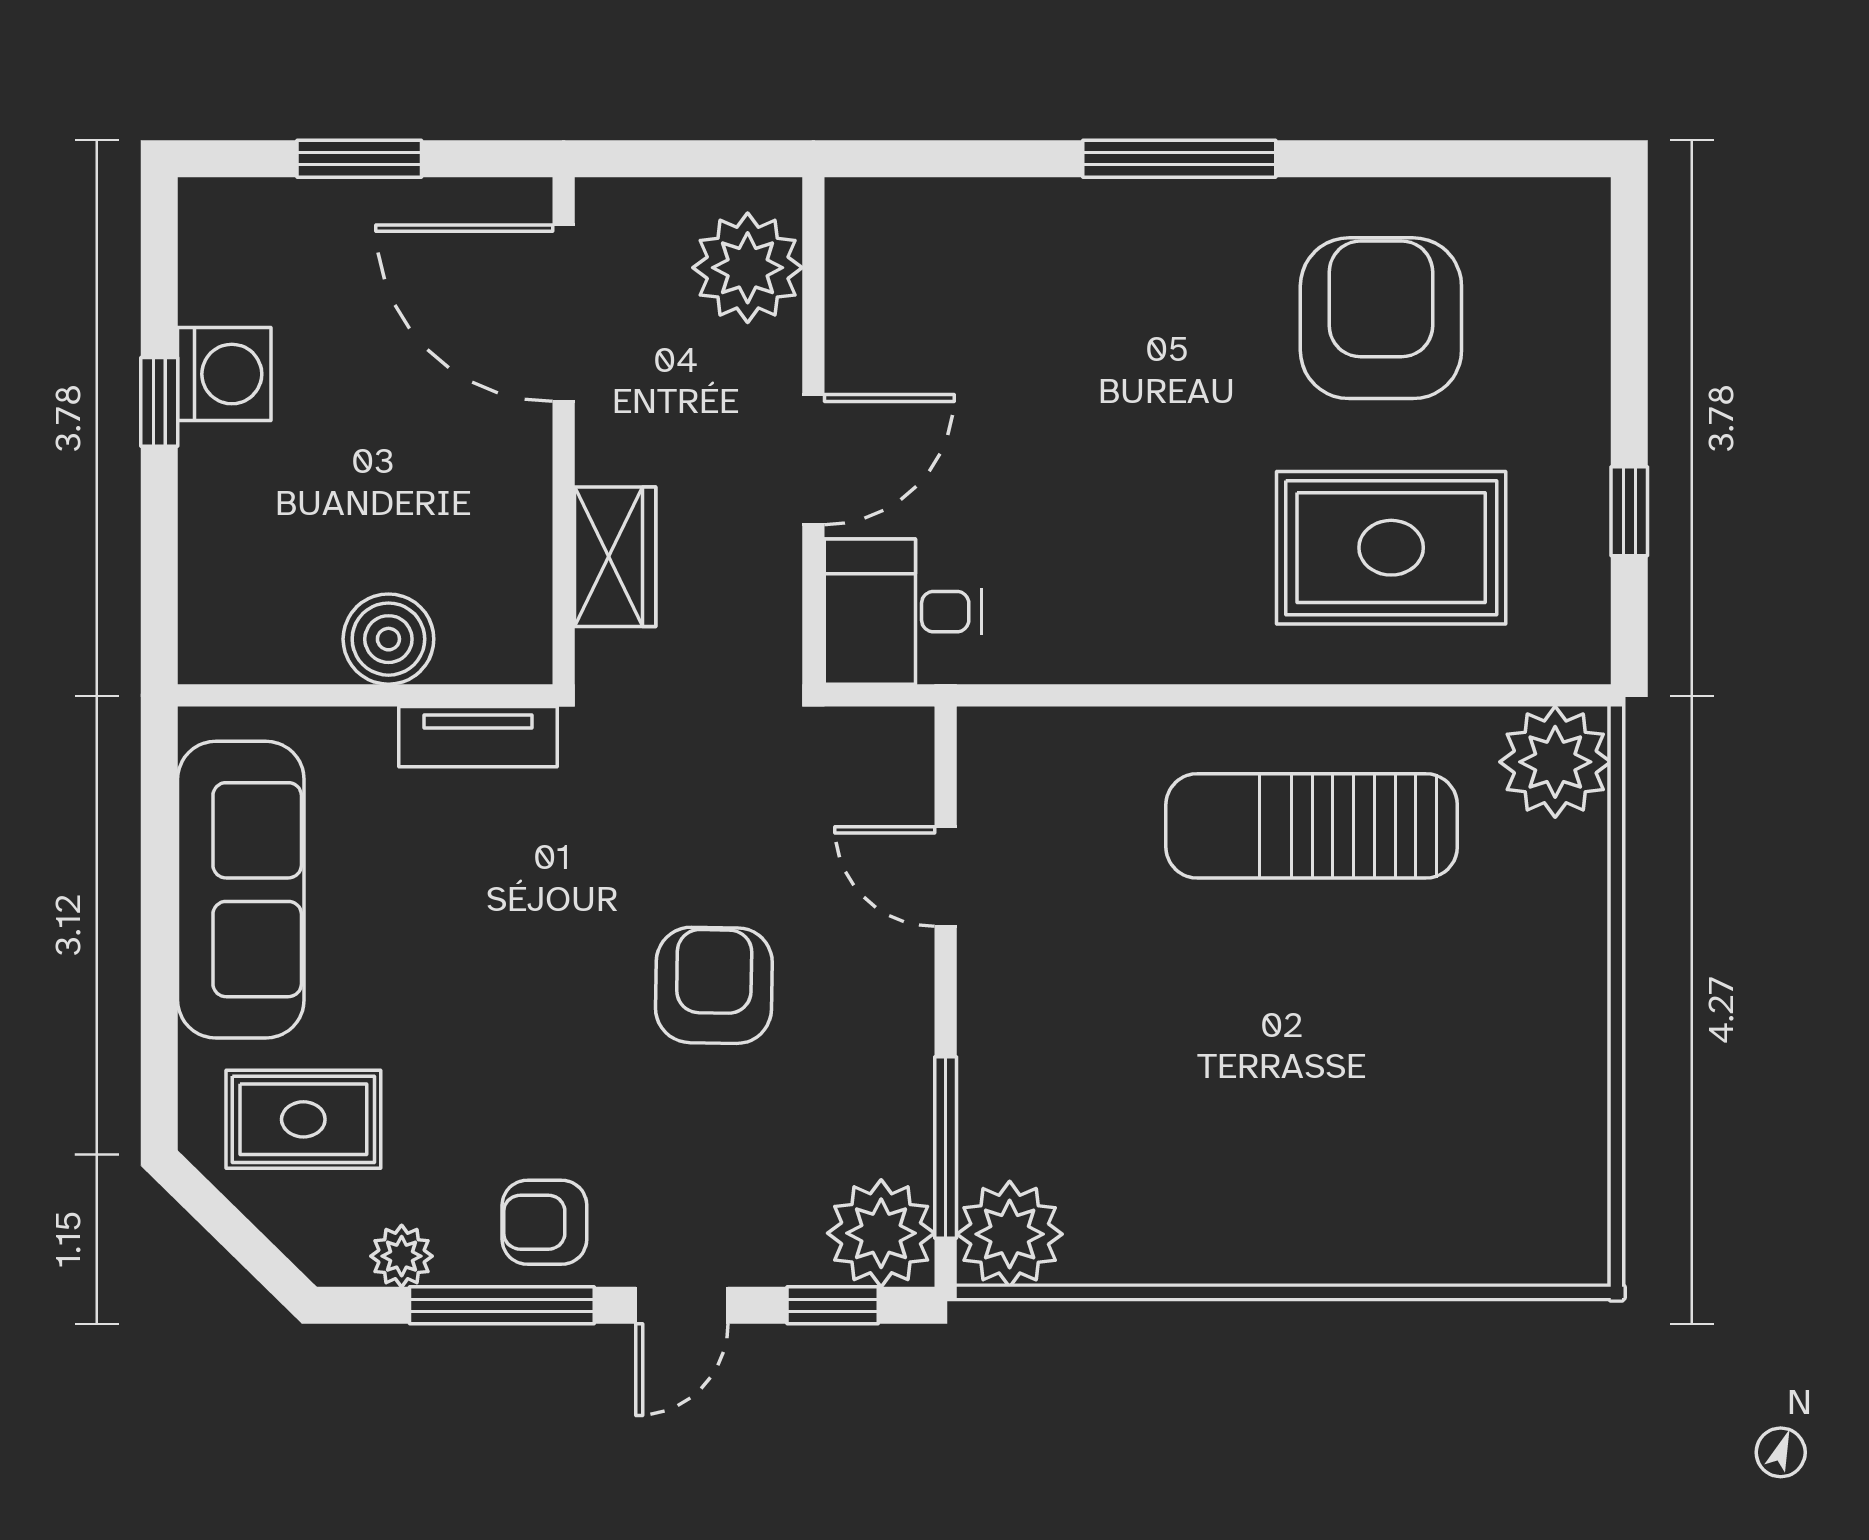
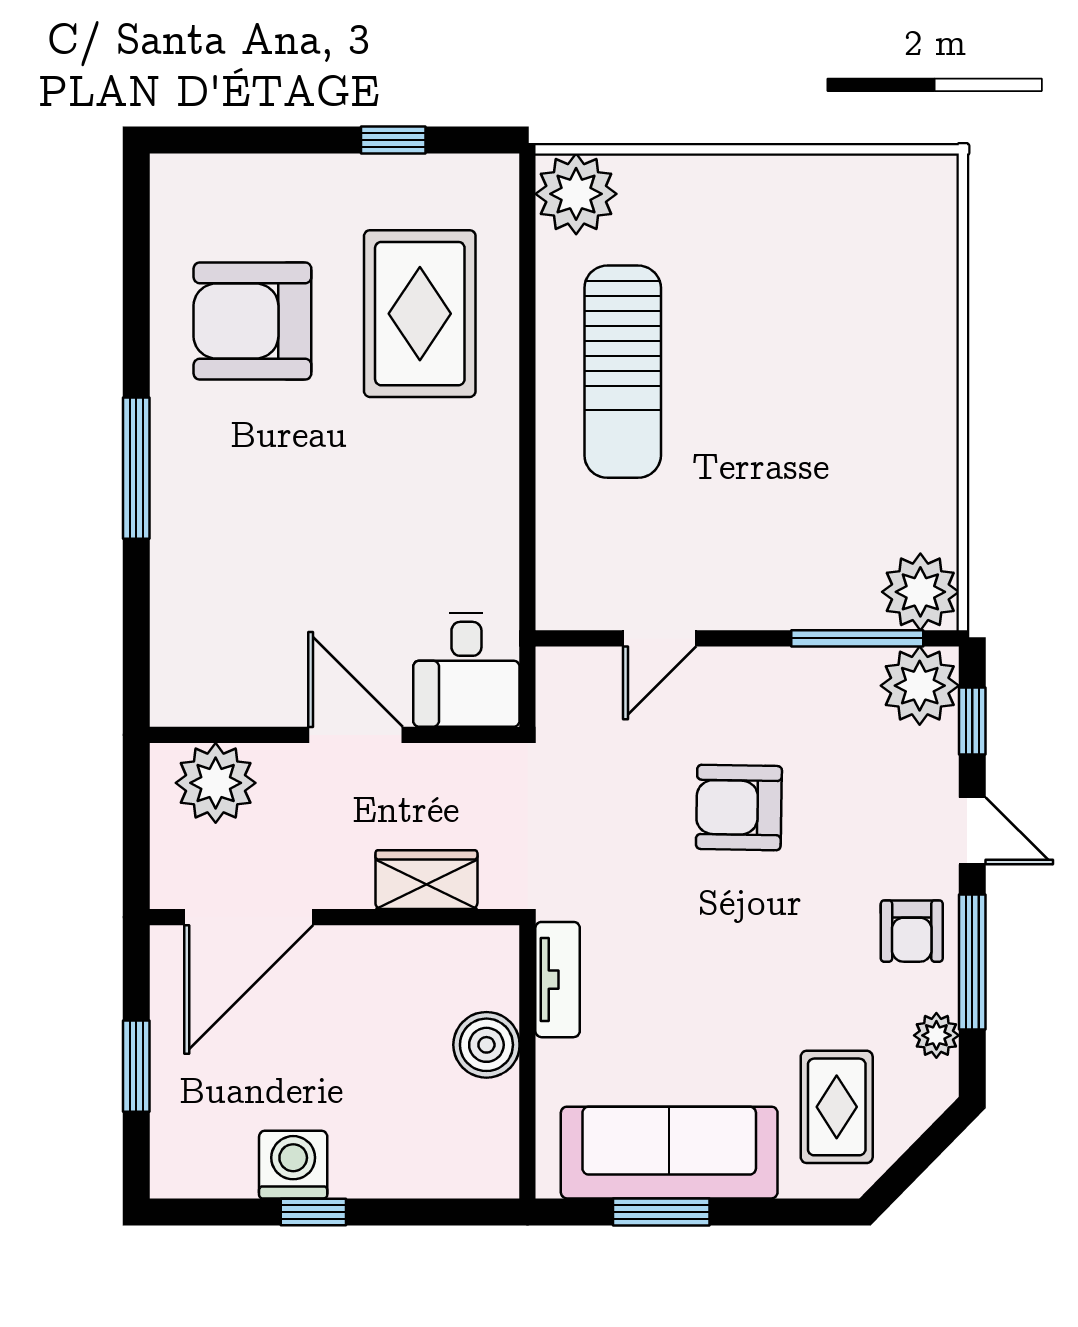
window: (159, 879) -> (661, 1212), added

